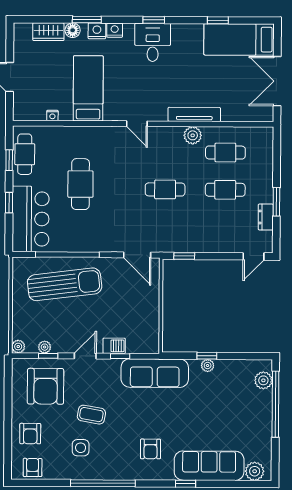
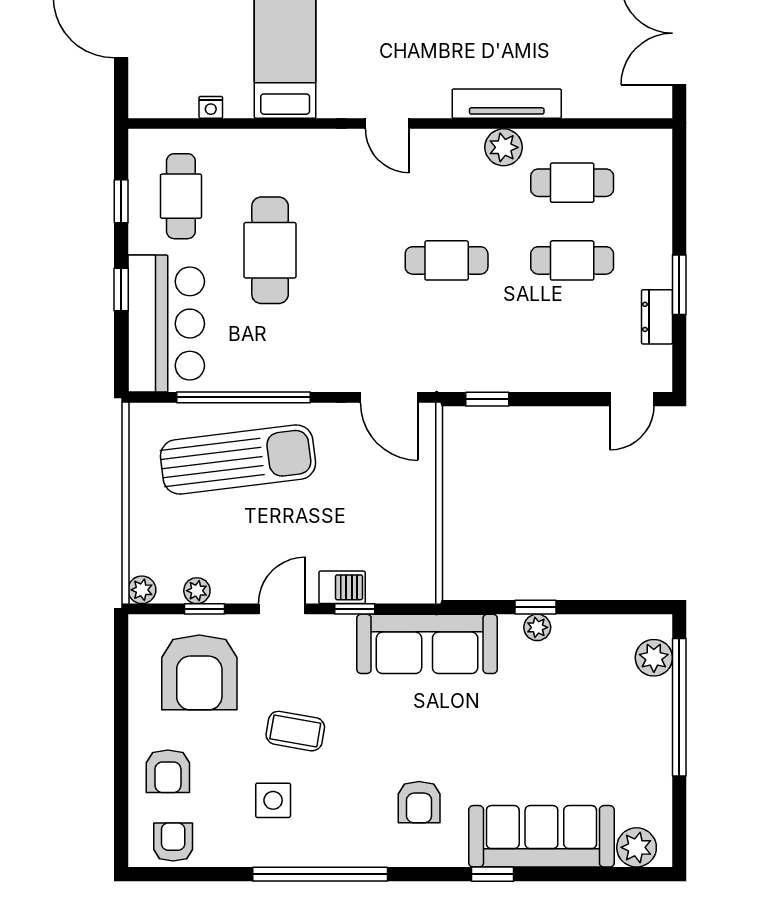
cafe table: (25, 154) -> (181, 196), moved

